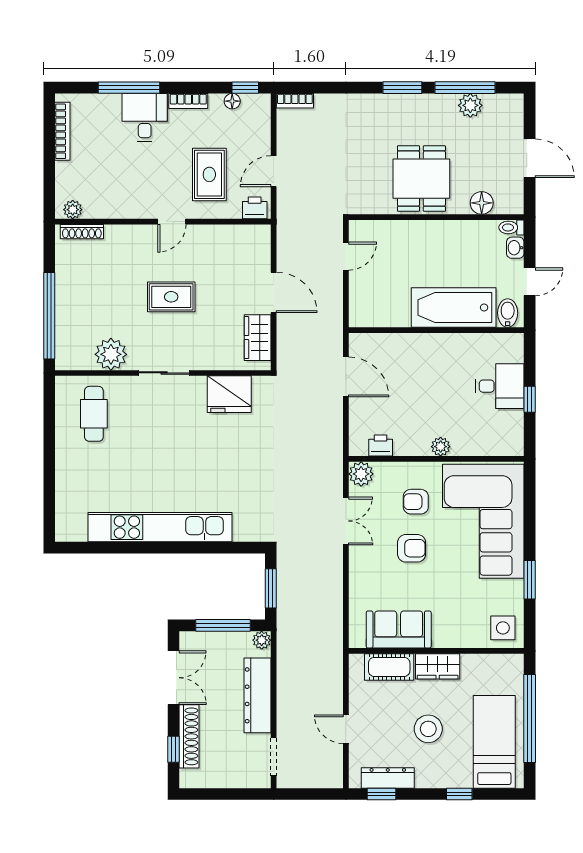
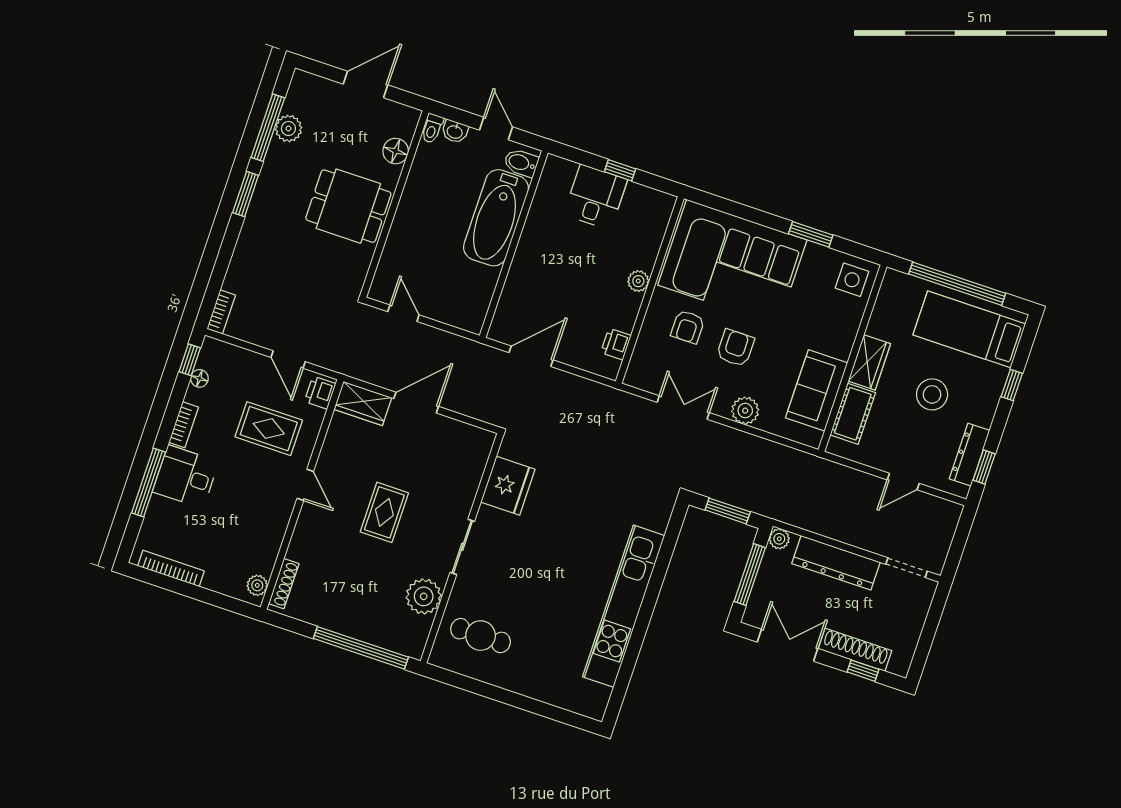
wardrobe: (258, 338) -> (363, 403), moved
plant: (361, 474) -> (745, 411), moved

